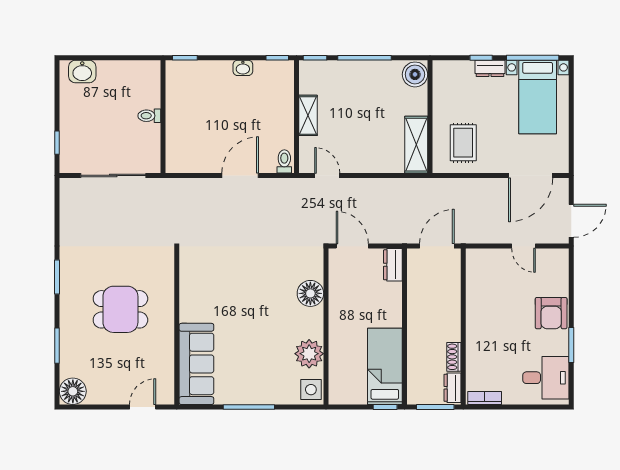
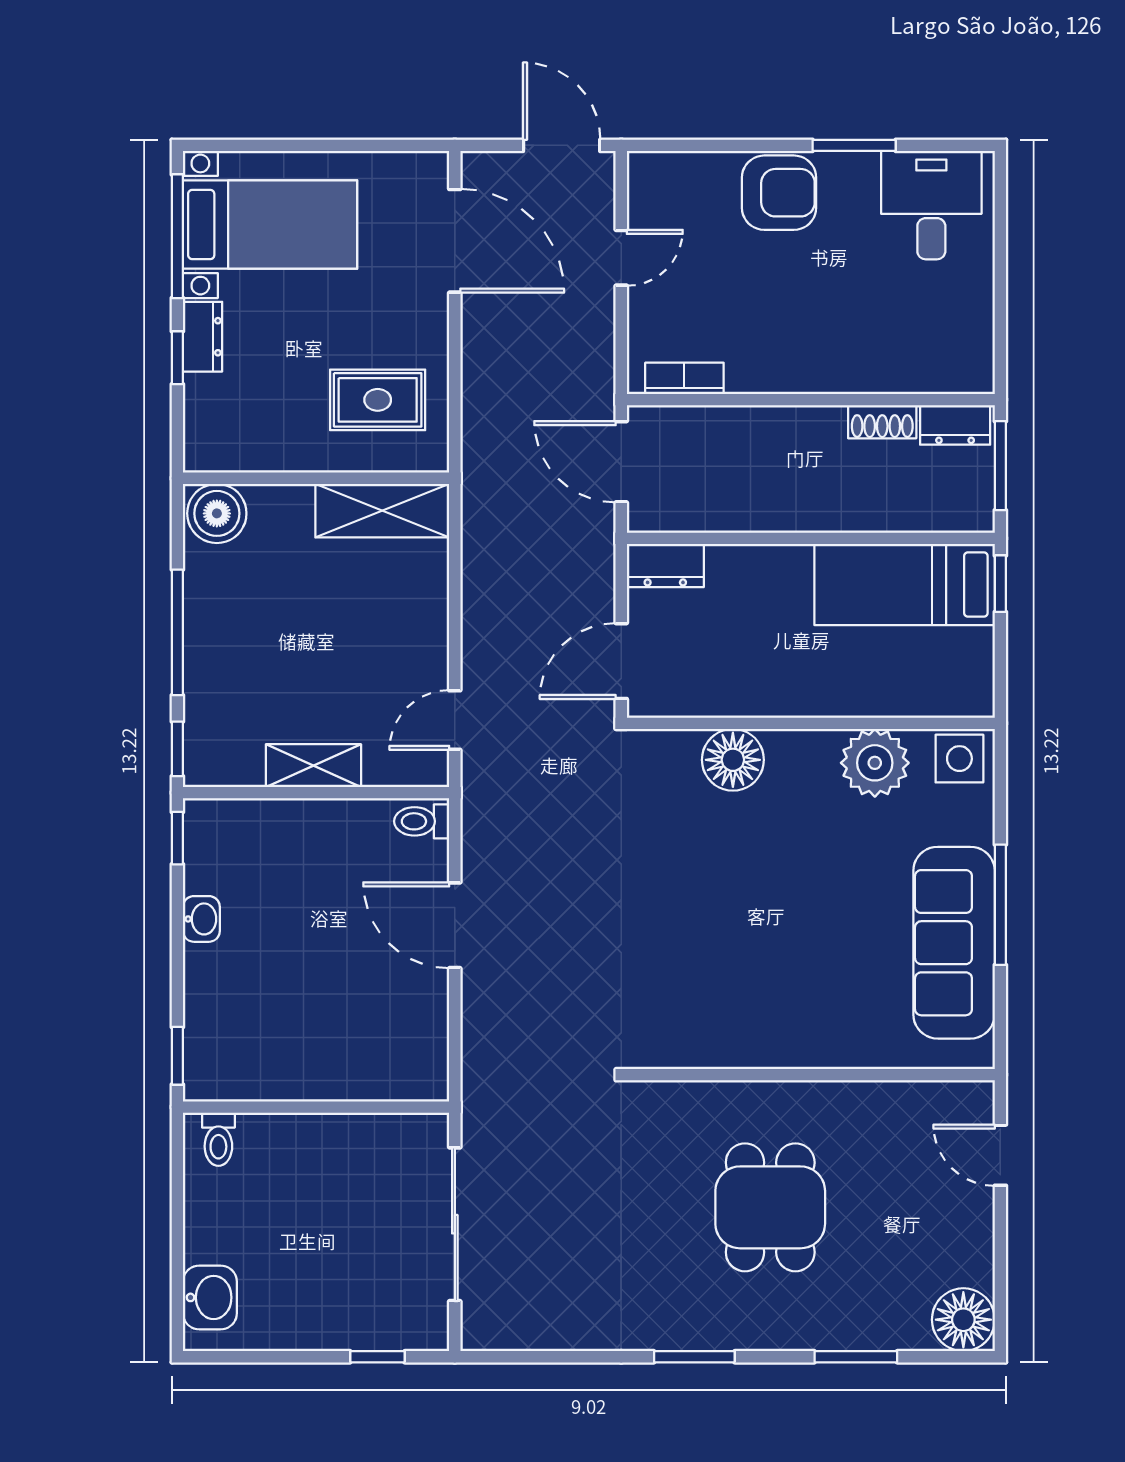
toilet: (149, 116) -> (218, 1139), moved
sofa: (196, 364) -> (954, 943), moved, turned -90
bookcase: (485, 398) -> (684, 378), moved, turned 90

